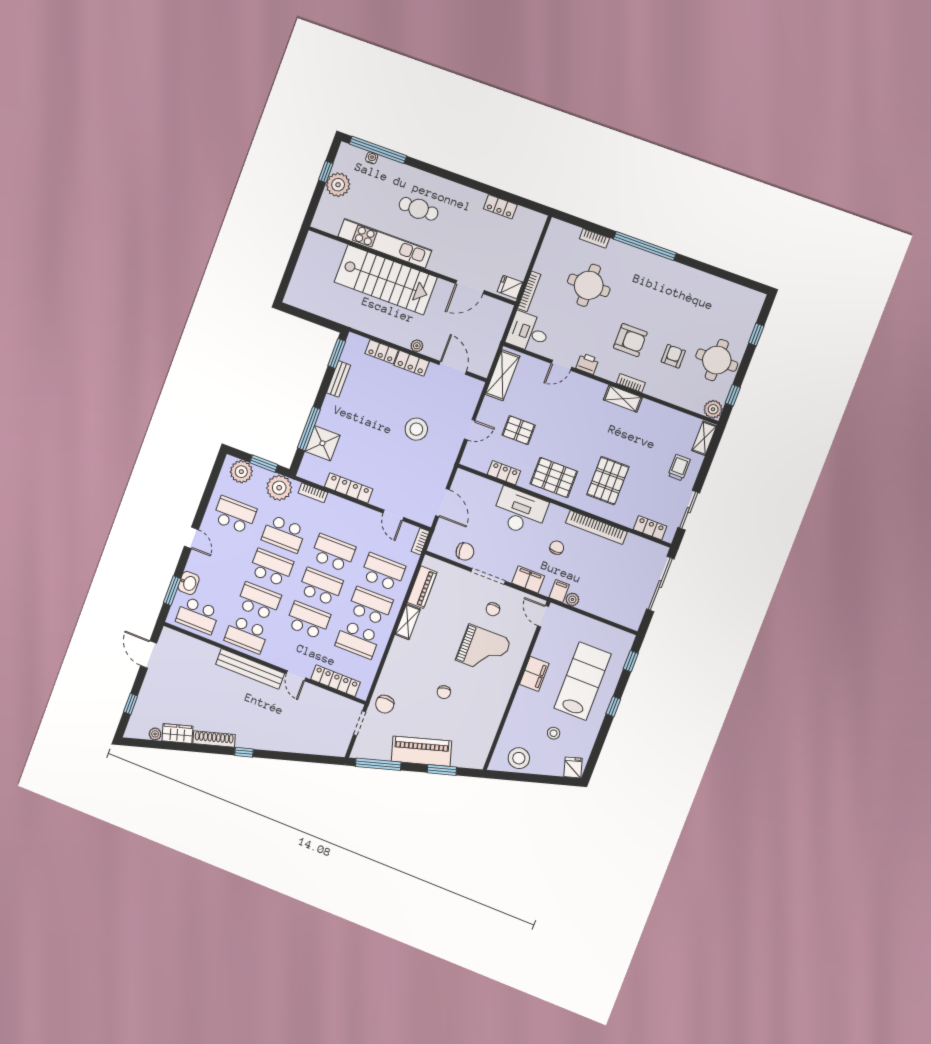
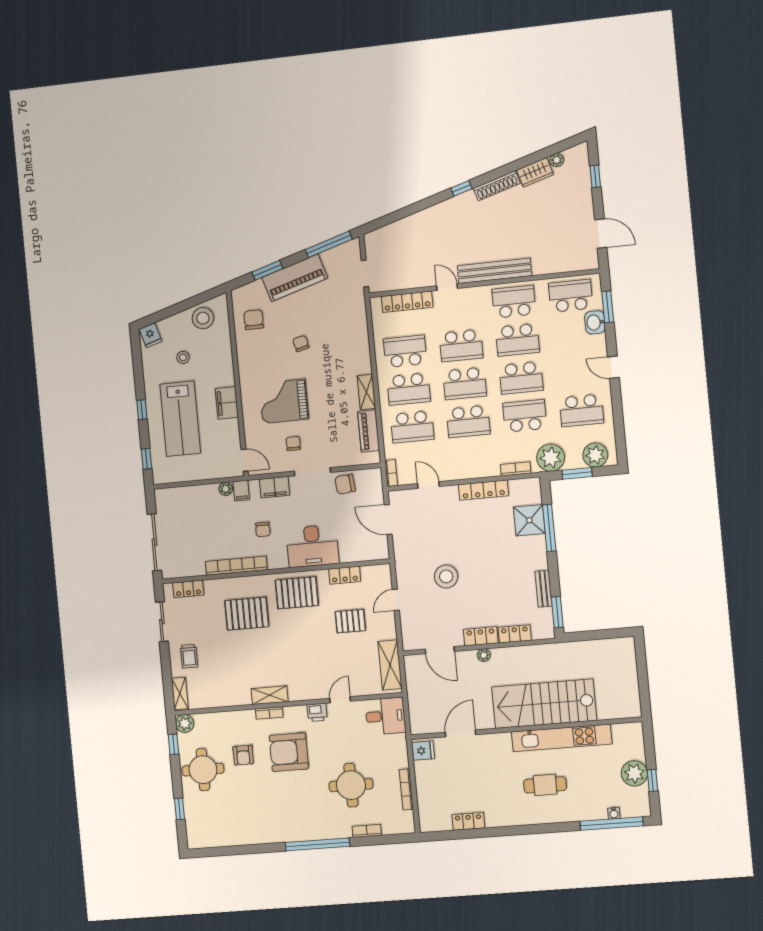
bookcase: (529, 291) -> (406, 789), moved
armchair: (630, 340) -> (289, 752), width x1.36, depth x1.36
pallet: (608, 481) -> (247, 614), turned 90
chair: (385, 704) -> (254, 320), moved

